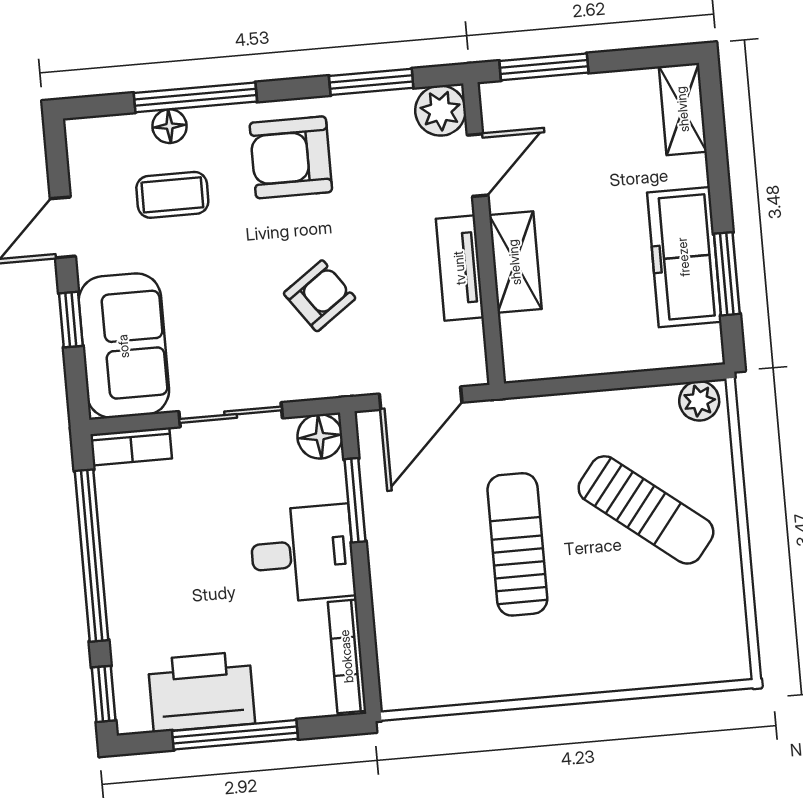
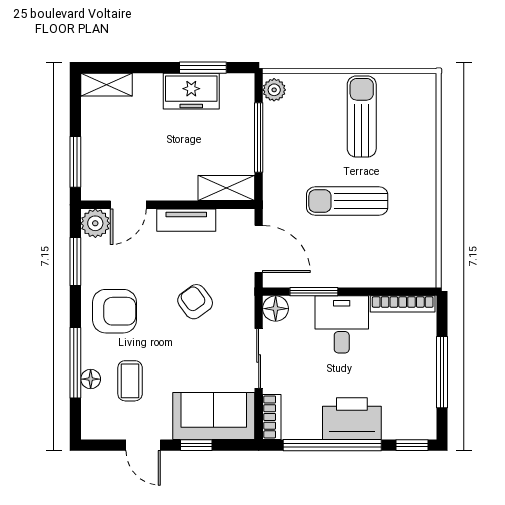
armchair: (291, 157) -> (115, 311), turned -90
door: (478, 165) -> (128, 205), swing flipped
freezer: (684, 257) -> (191, 91), width x0.71
shelving: (515, 262) -> (226, 188), moved
window: (614, 381) -> (259, 138), added
sun lounger: (646, 510) -> (362, 117), moved, turned -38
printer: (201, 692) -> (352, 419), moved, turned 90

